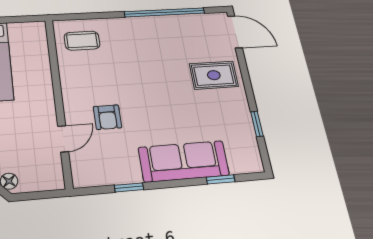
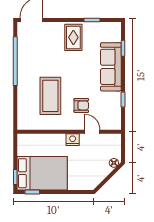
coffee table: (82, 41) -> (50, 96), moved, width x1.86, depth x1.72
rug: (214, 75) -> (73, 37), moved
nightstand: (45, 107) -> (73, 140), added

